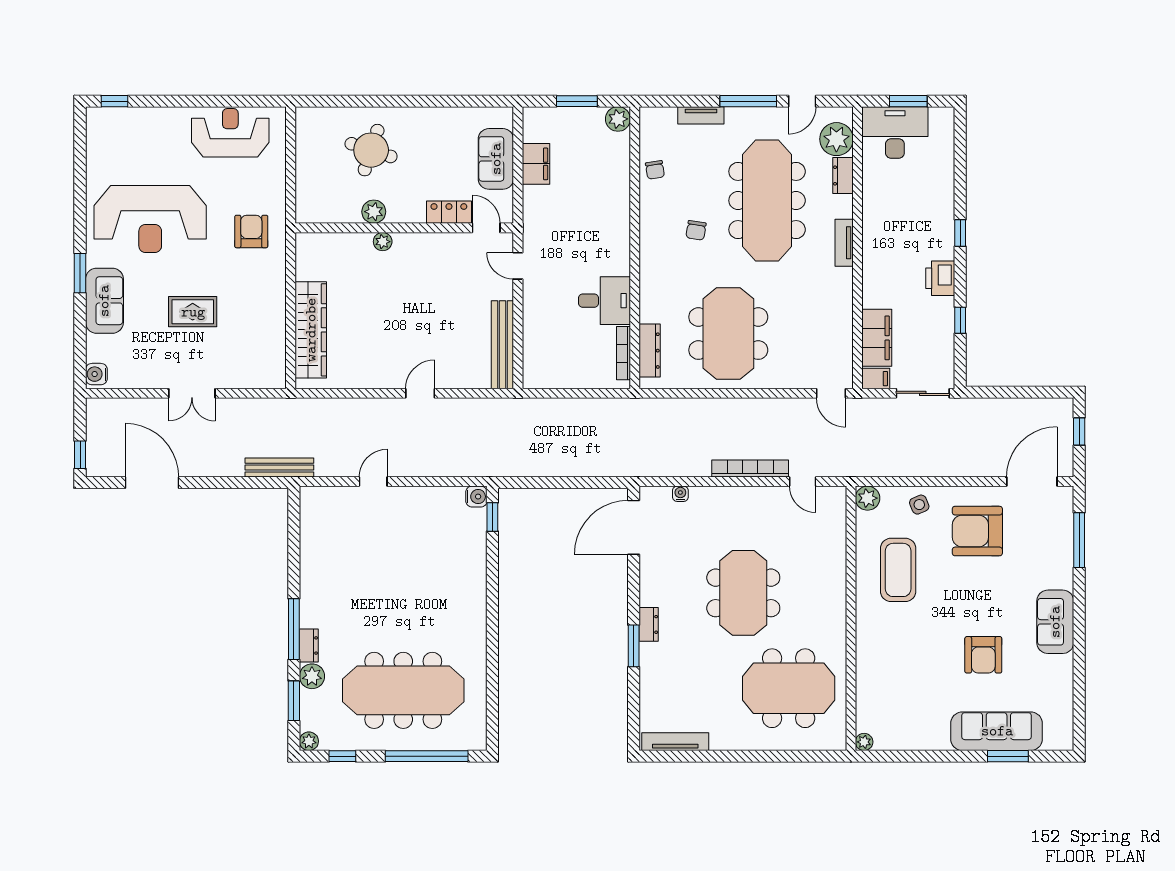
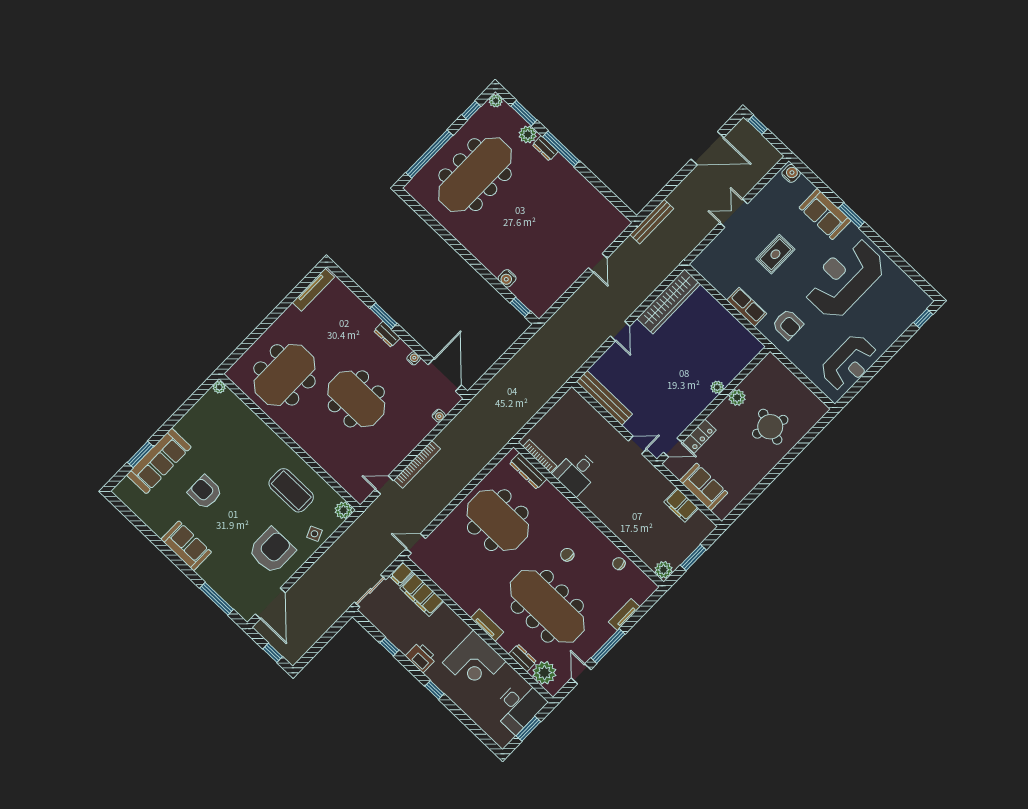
corner desk: (894, 220) -> (474, 662), added
row of seats: (273, 290) -> (747, 307), added
wardrobe: (311, 330) -> (669, 301), moved, turned -90
water cooler: (476, 497) -> (507, 278), moved
water cooler: (647, 574) -> (414, 358), added

